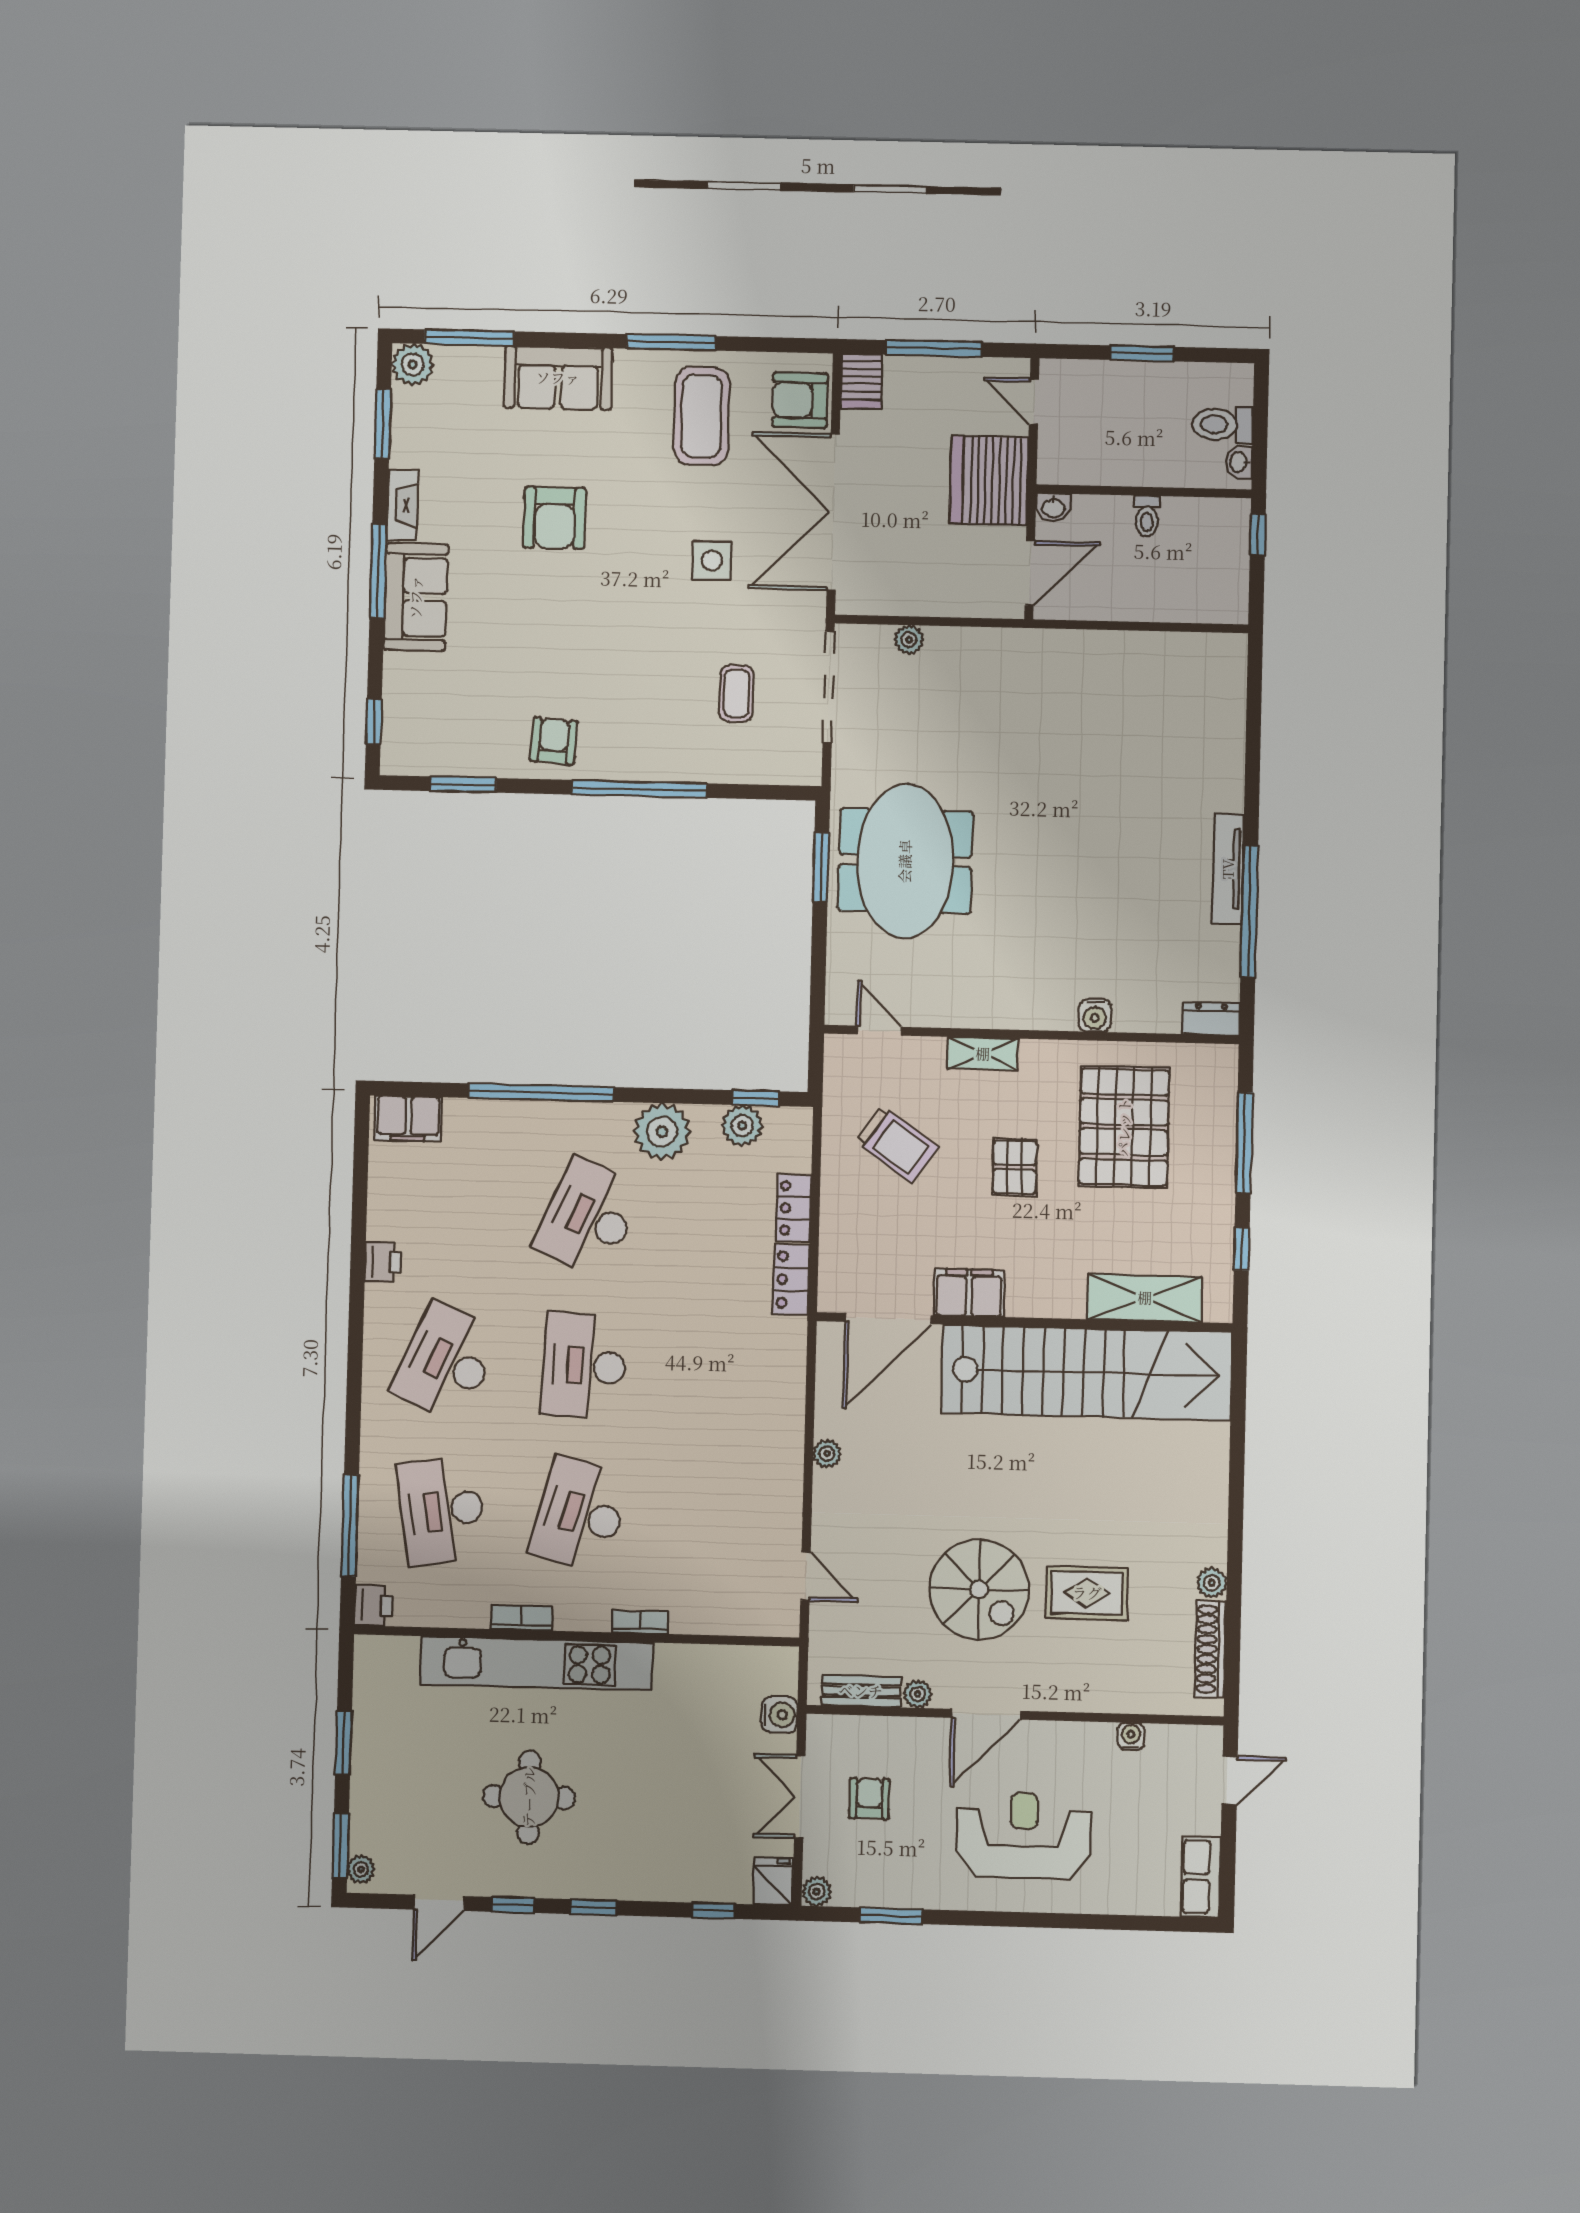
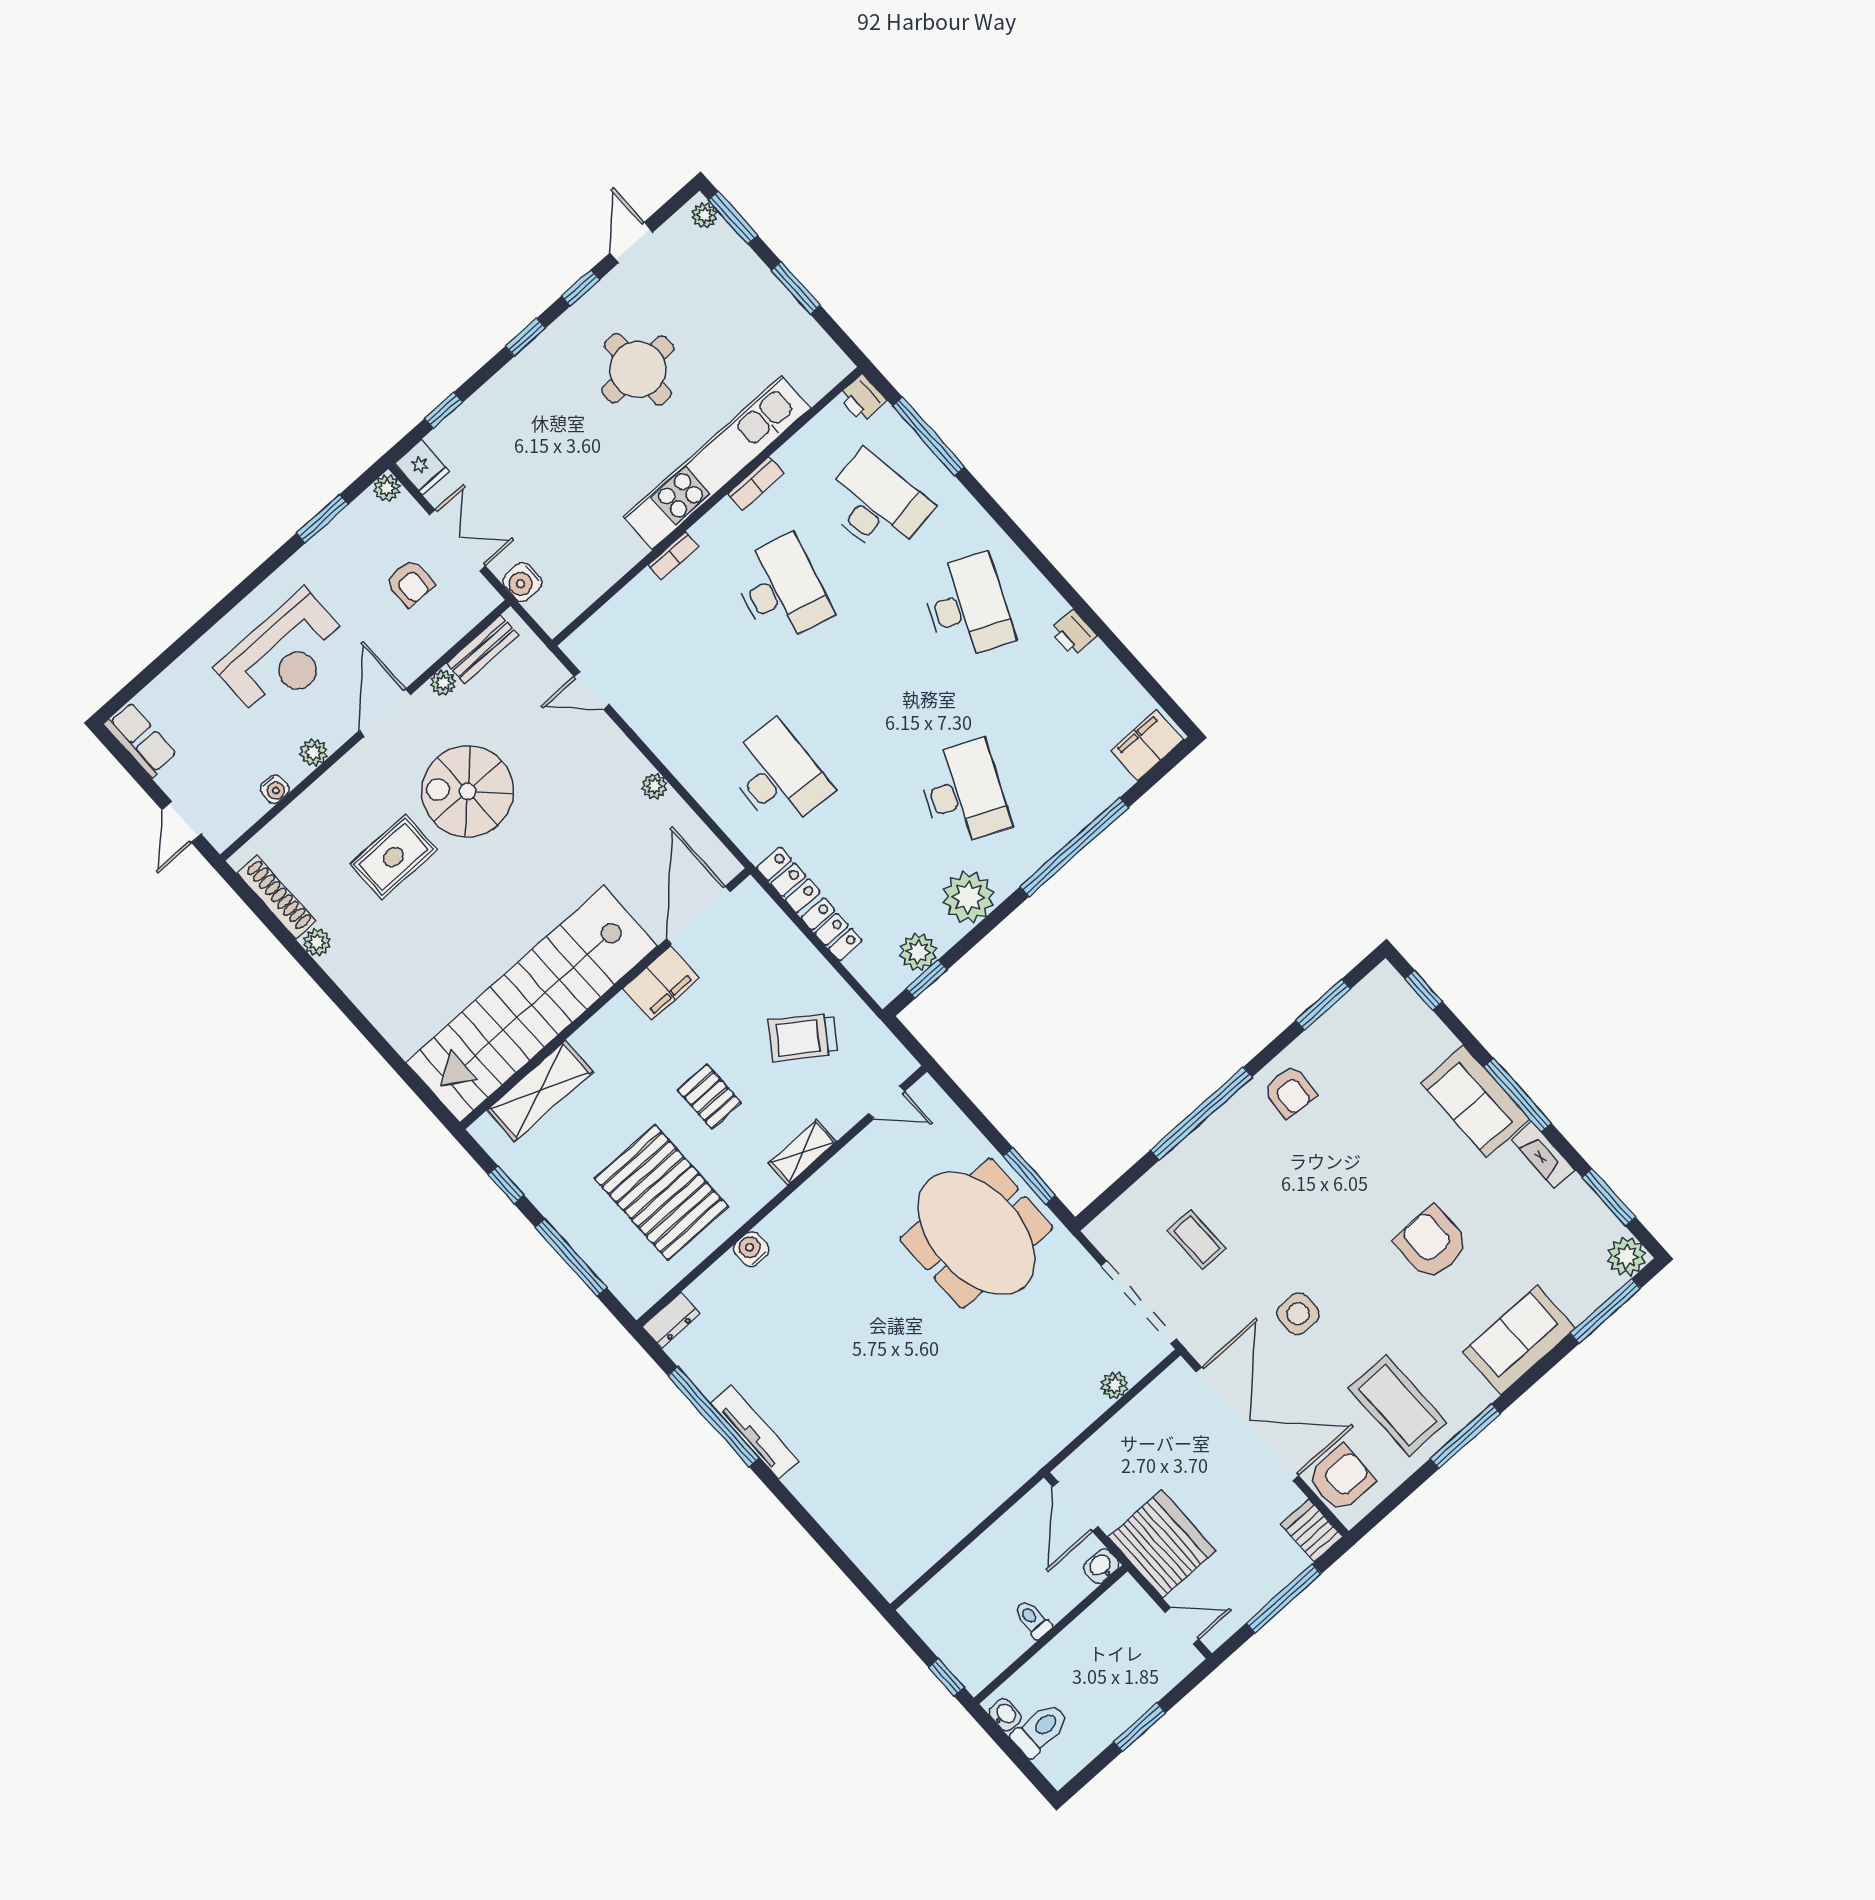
desk: (584, 1366) -> (778, 776), moved
plant: (1072, 1736) -> (314, 752), added

